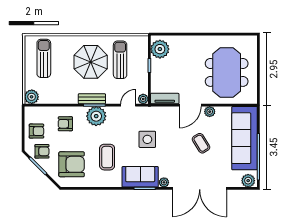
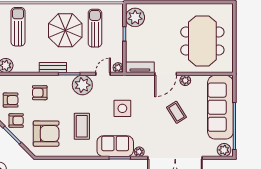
bench: (92, 99) -> (53, 67), moved
plant: (96, 116) -> (82, 85), moved

